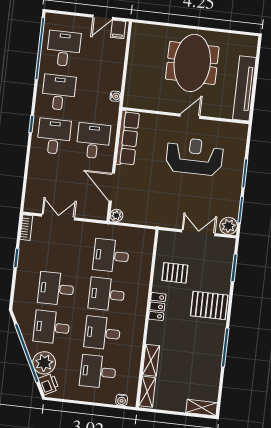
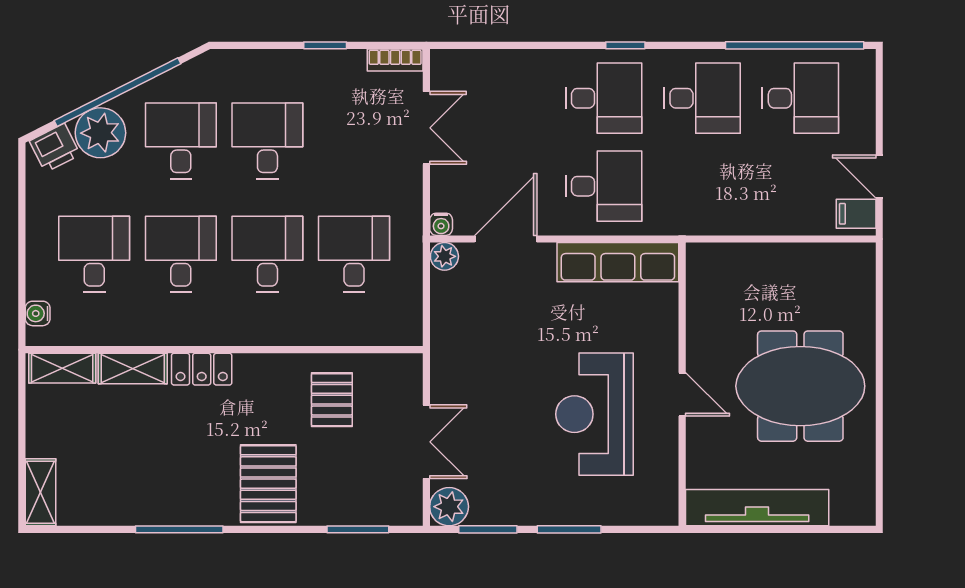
water cooler: (115, 96) -> (441, 224), moved
reception desk: (194, 156) -> (594, 414), turned 180
locker: (157, 307) -> (202, 369), moved

